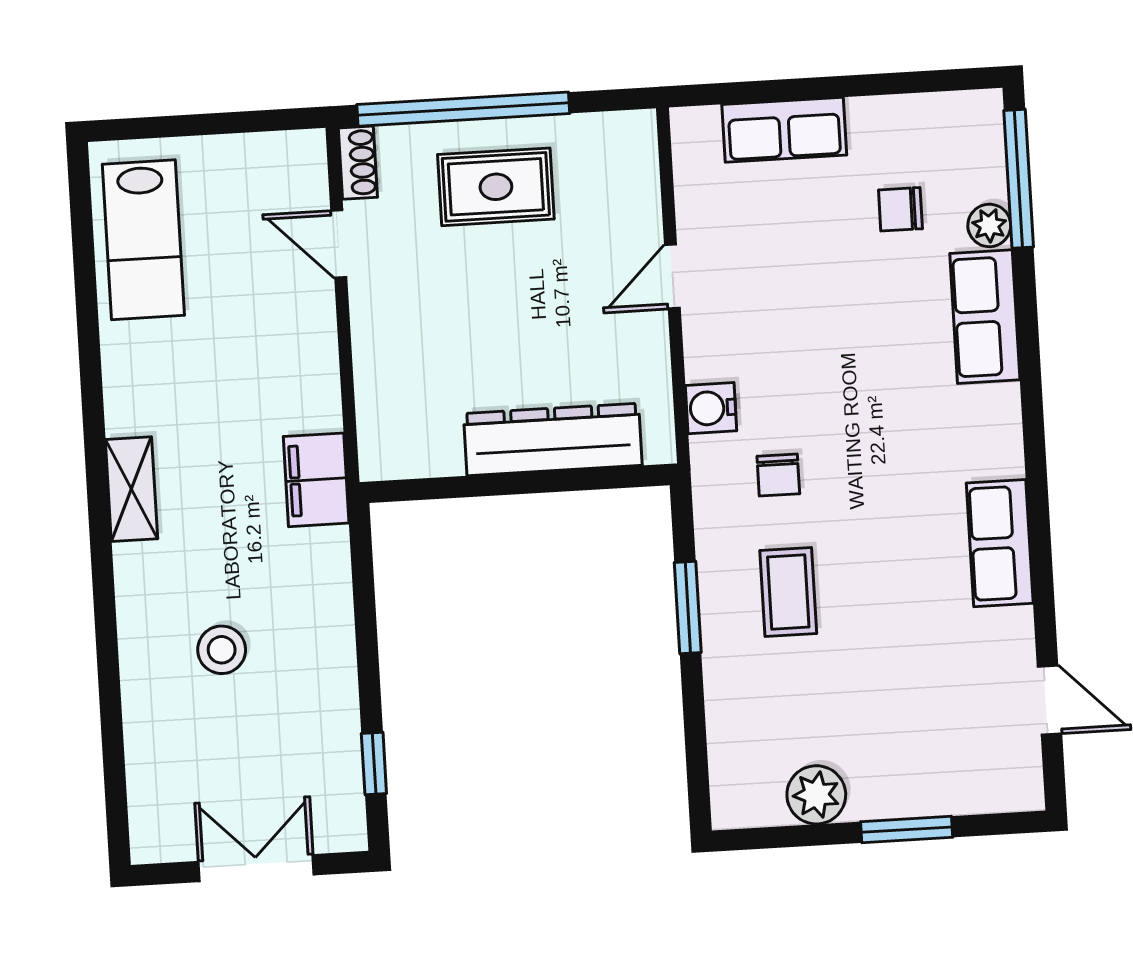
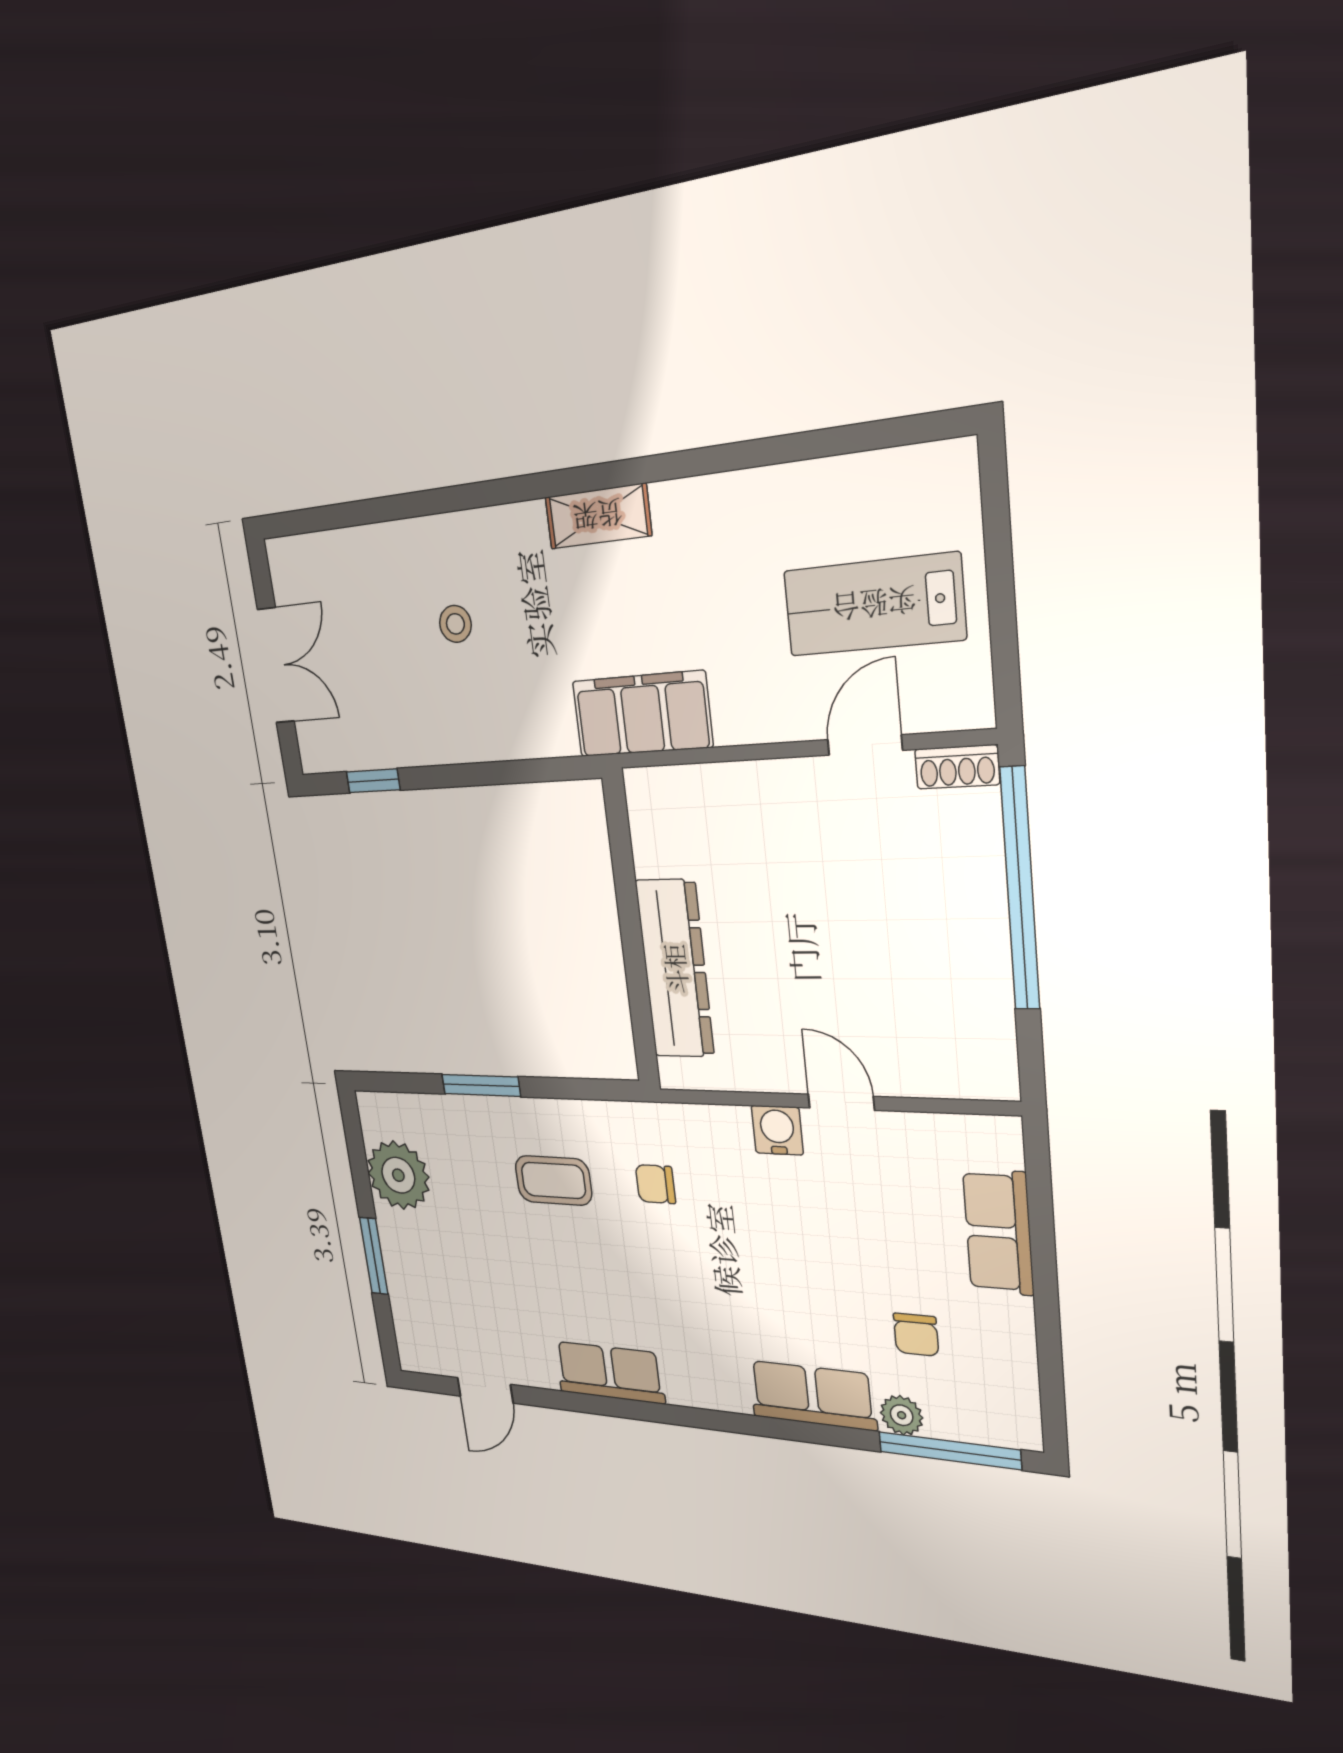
rug: (496, 187) -> (932, 923), removed
chair: (900, 209) -> (916, 1335), turned 180
lab bench: (143, 240) -> (874, 605), moved
water cooler: (711, 408) -> (777, 1130), moved
filing cabinet: (316, 480) -> (642, 714), width x1.50, depth x1.17
window: (688, 608) -> (481, 1085), moved
stool: (222, 650) -> (455, 624), width x0.73, depth x0.73
plant: (816, 795) -> (398, 1175), width x1.36, depth x1.36

